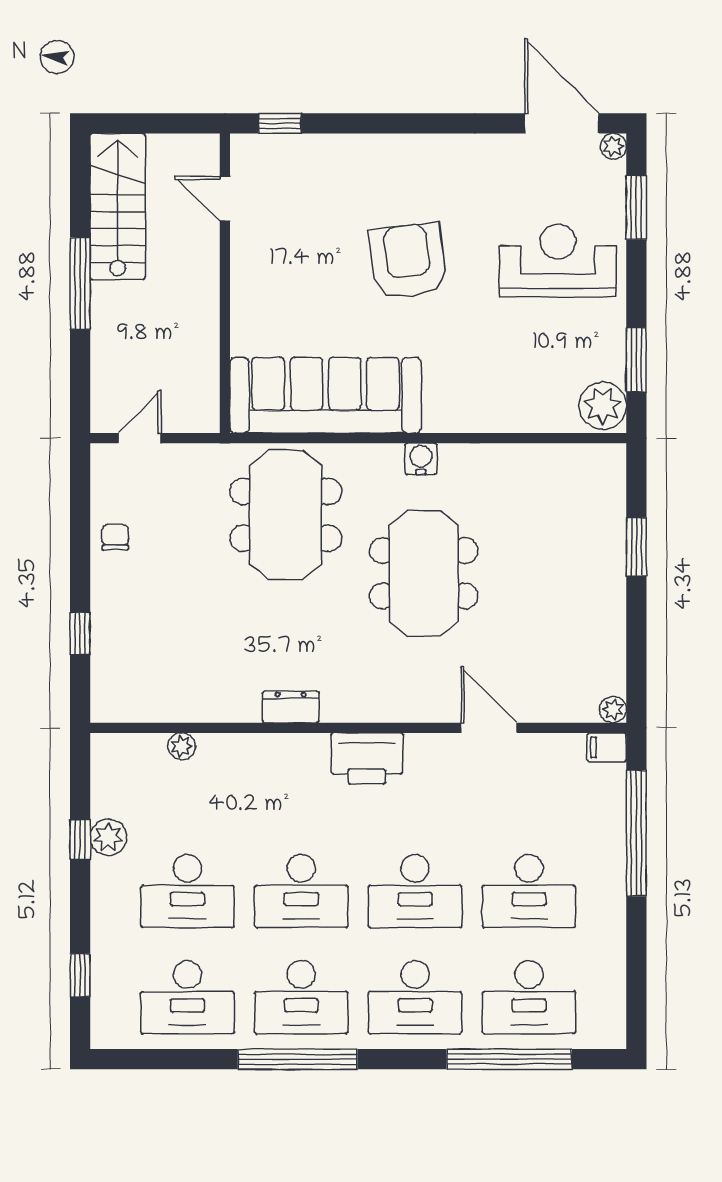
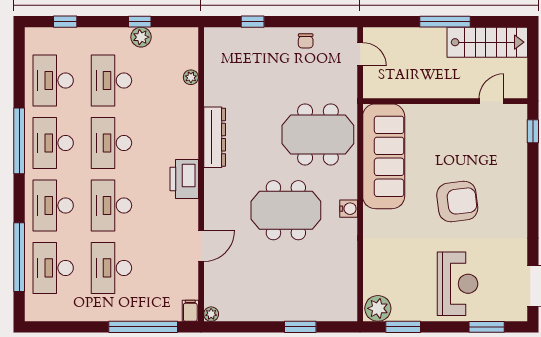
plant: (613, 146) -> (520, 314), removed
chair: (115, 537) -> (306, 41), turned 90
dresser: (291, 707) -> (215, 137), width x1.96, depth x1.24

